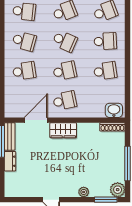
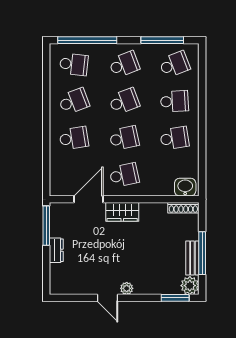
school desk: (24, 41) -> (74, 101), turned -36
school desk: (65, 41) -> (124, 101), turned -45
bench: (10, 136) -> (192, 258), moved
plant: (84, 192) -> (127, 288), moved

